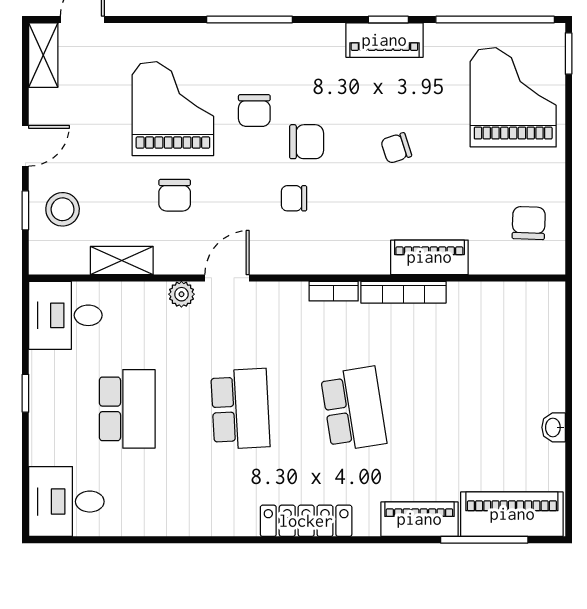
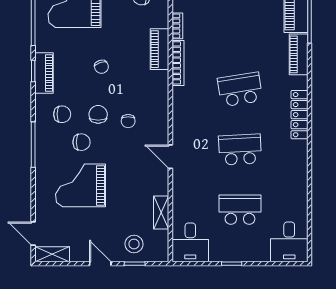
chair: (175, 195) -> (62, 114), moved
bookcase: (334, 291) -> (177, 26), moved
plant: (181, 294) -> (179, 181), removed

